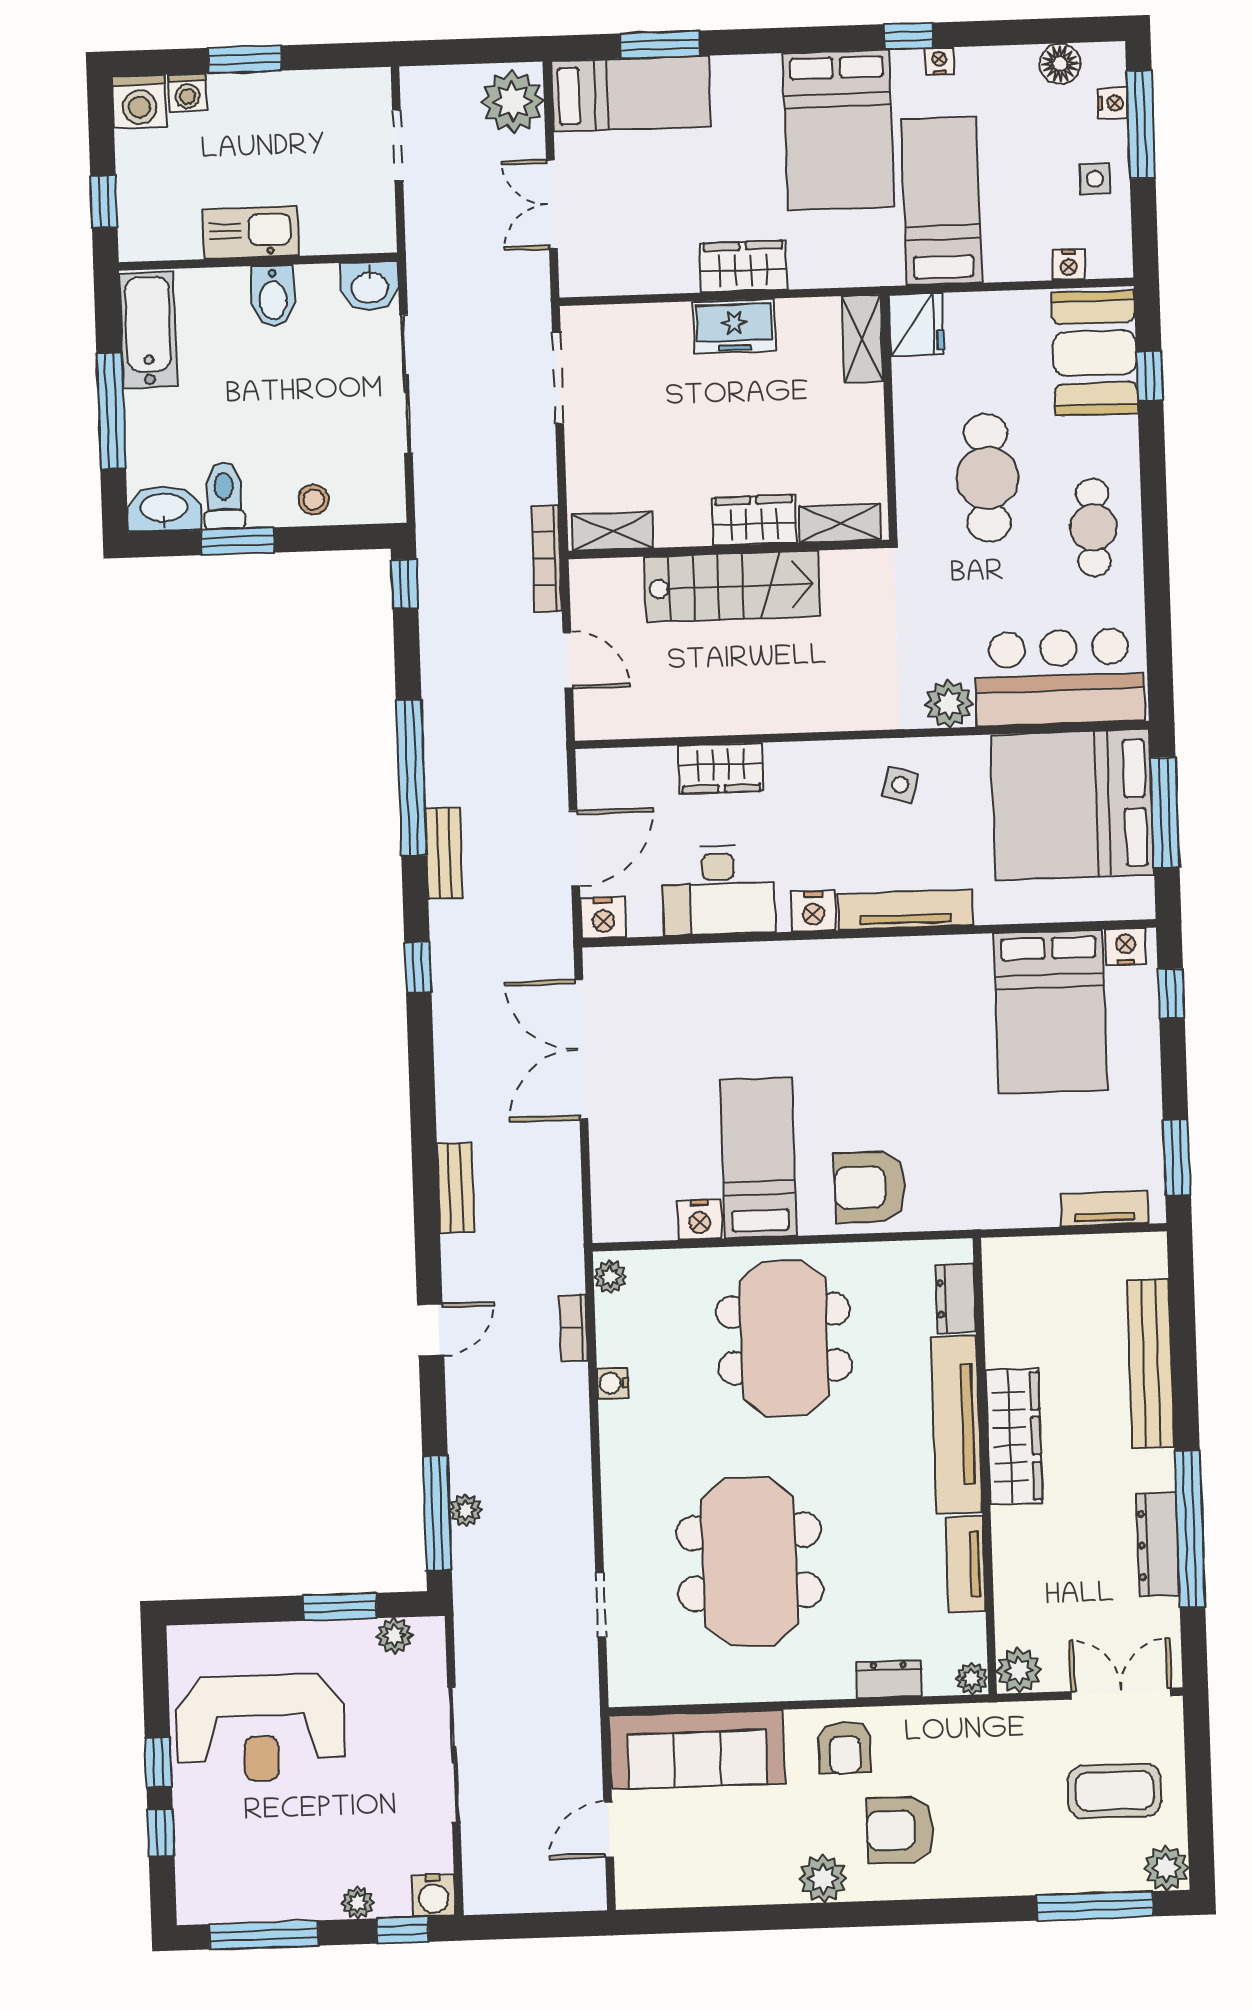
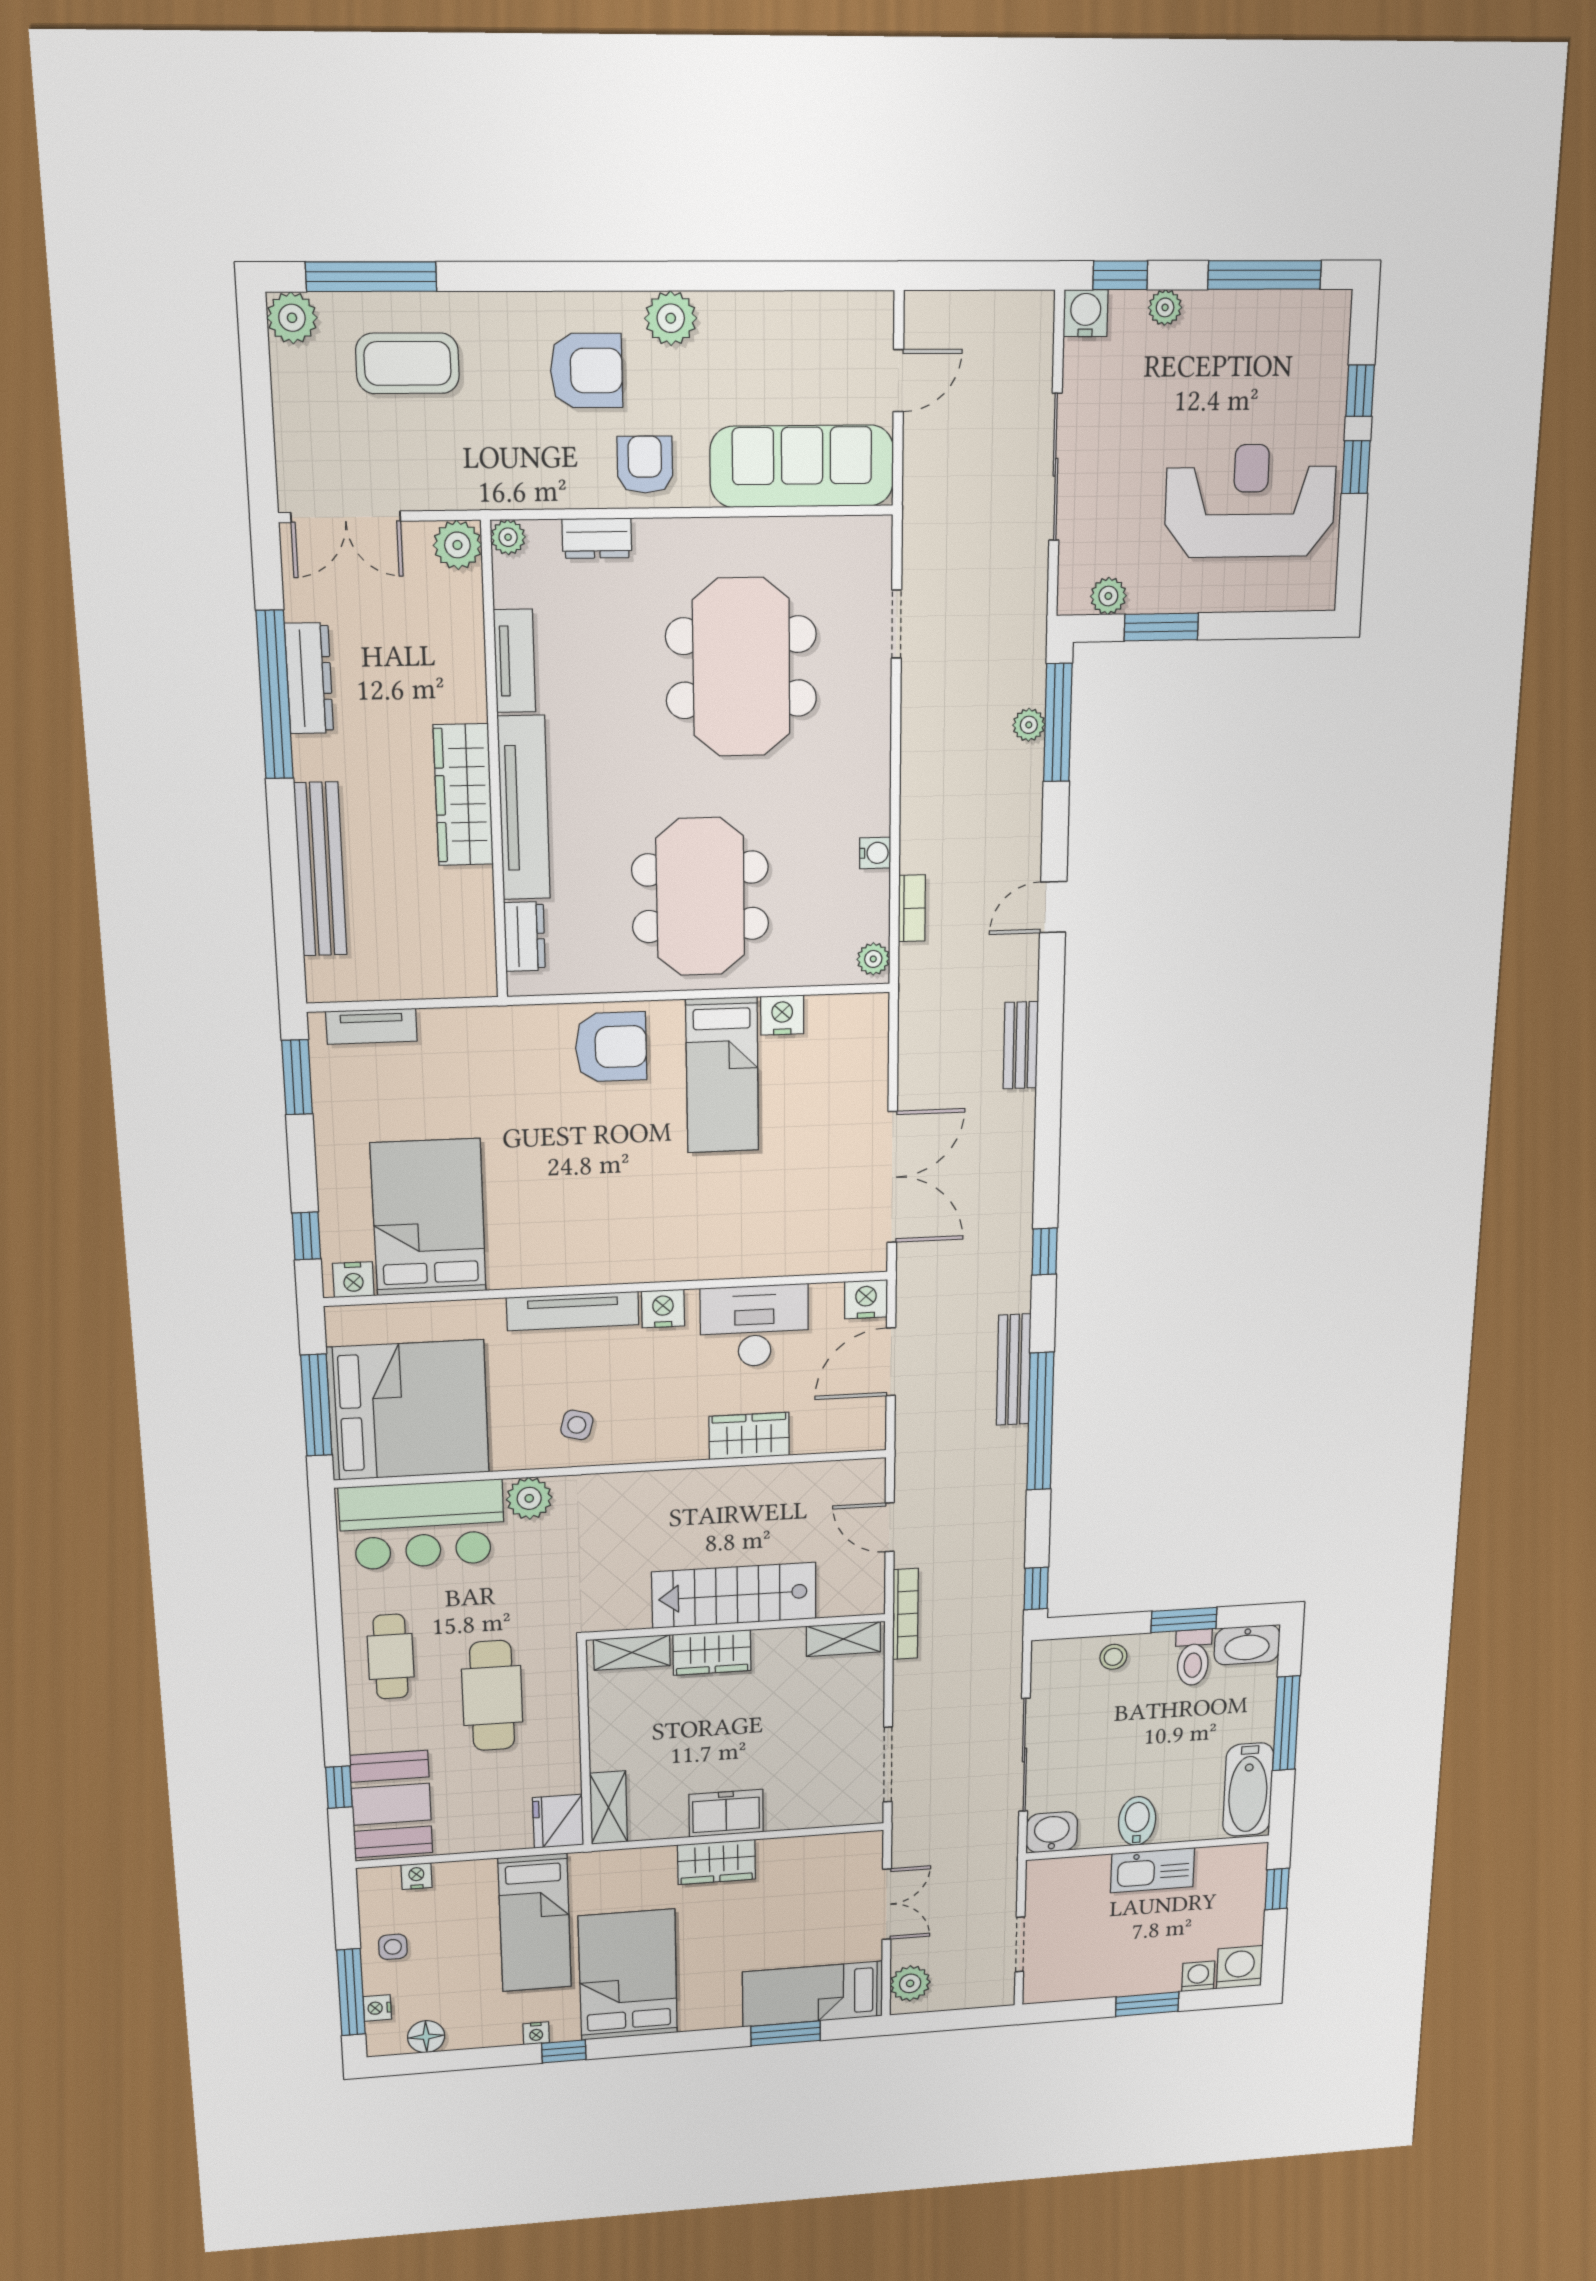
plant: (513, 102) -> (910, 1983), width x0.73, depth x0.73
bench: (444, 853) -> (1014, 1370), width x1.36
coffee table: (1114, 1791) -> (408, 363), moved

